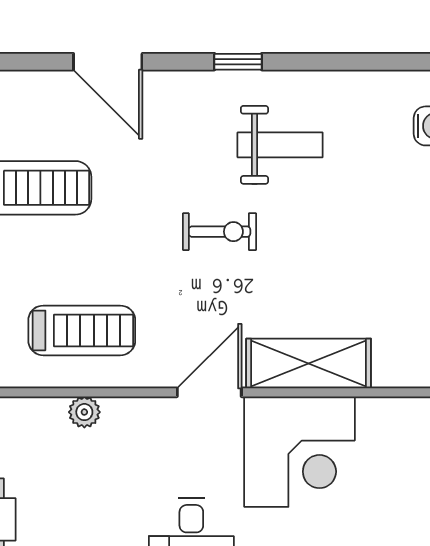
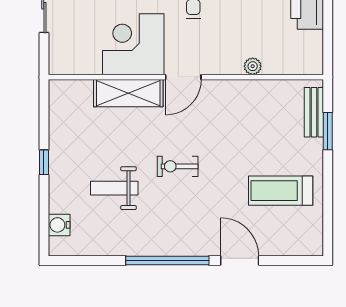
window: (238, 62) -> (167, 261), width x3.17
weight bench: (280, 145) -> (114, 188), moved
treadmill: (82, 330) -> (254, 111), removed

